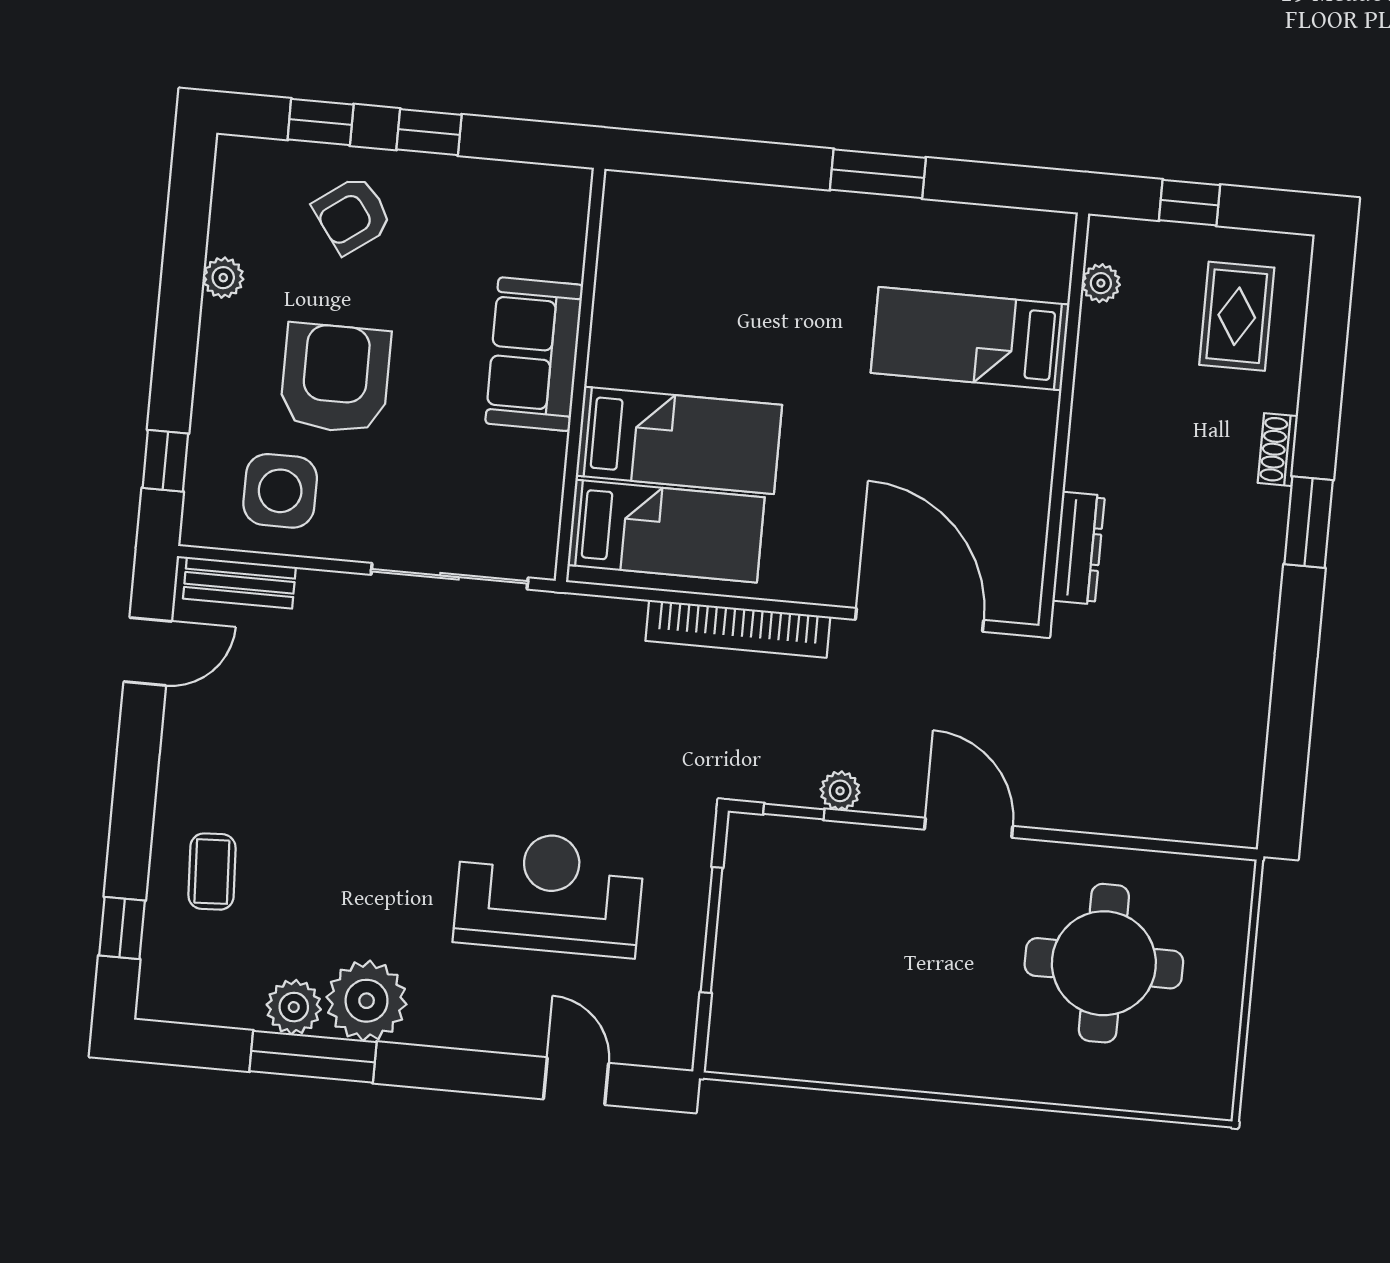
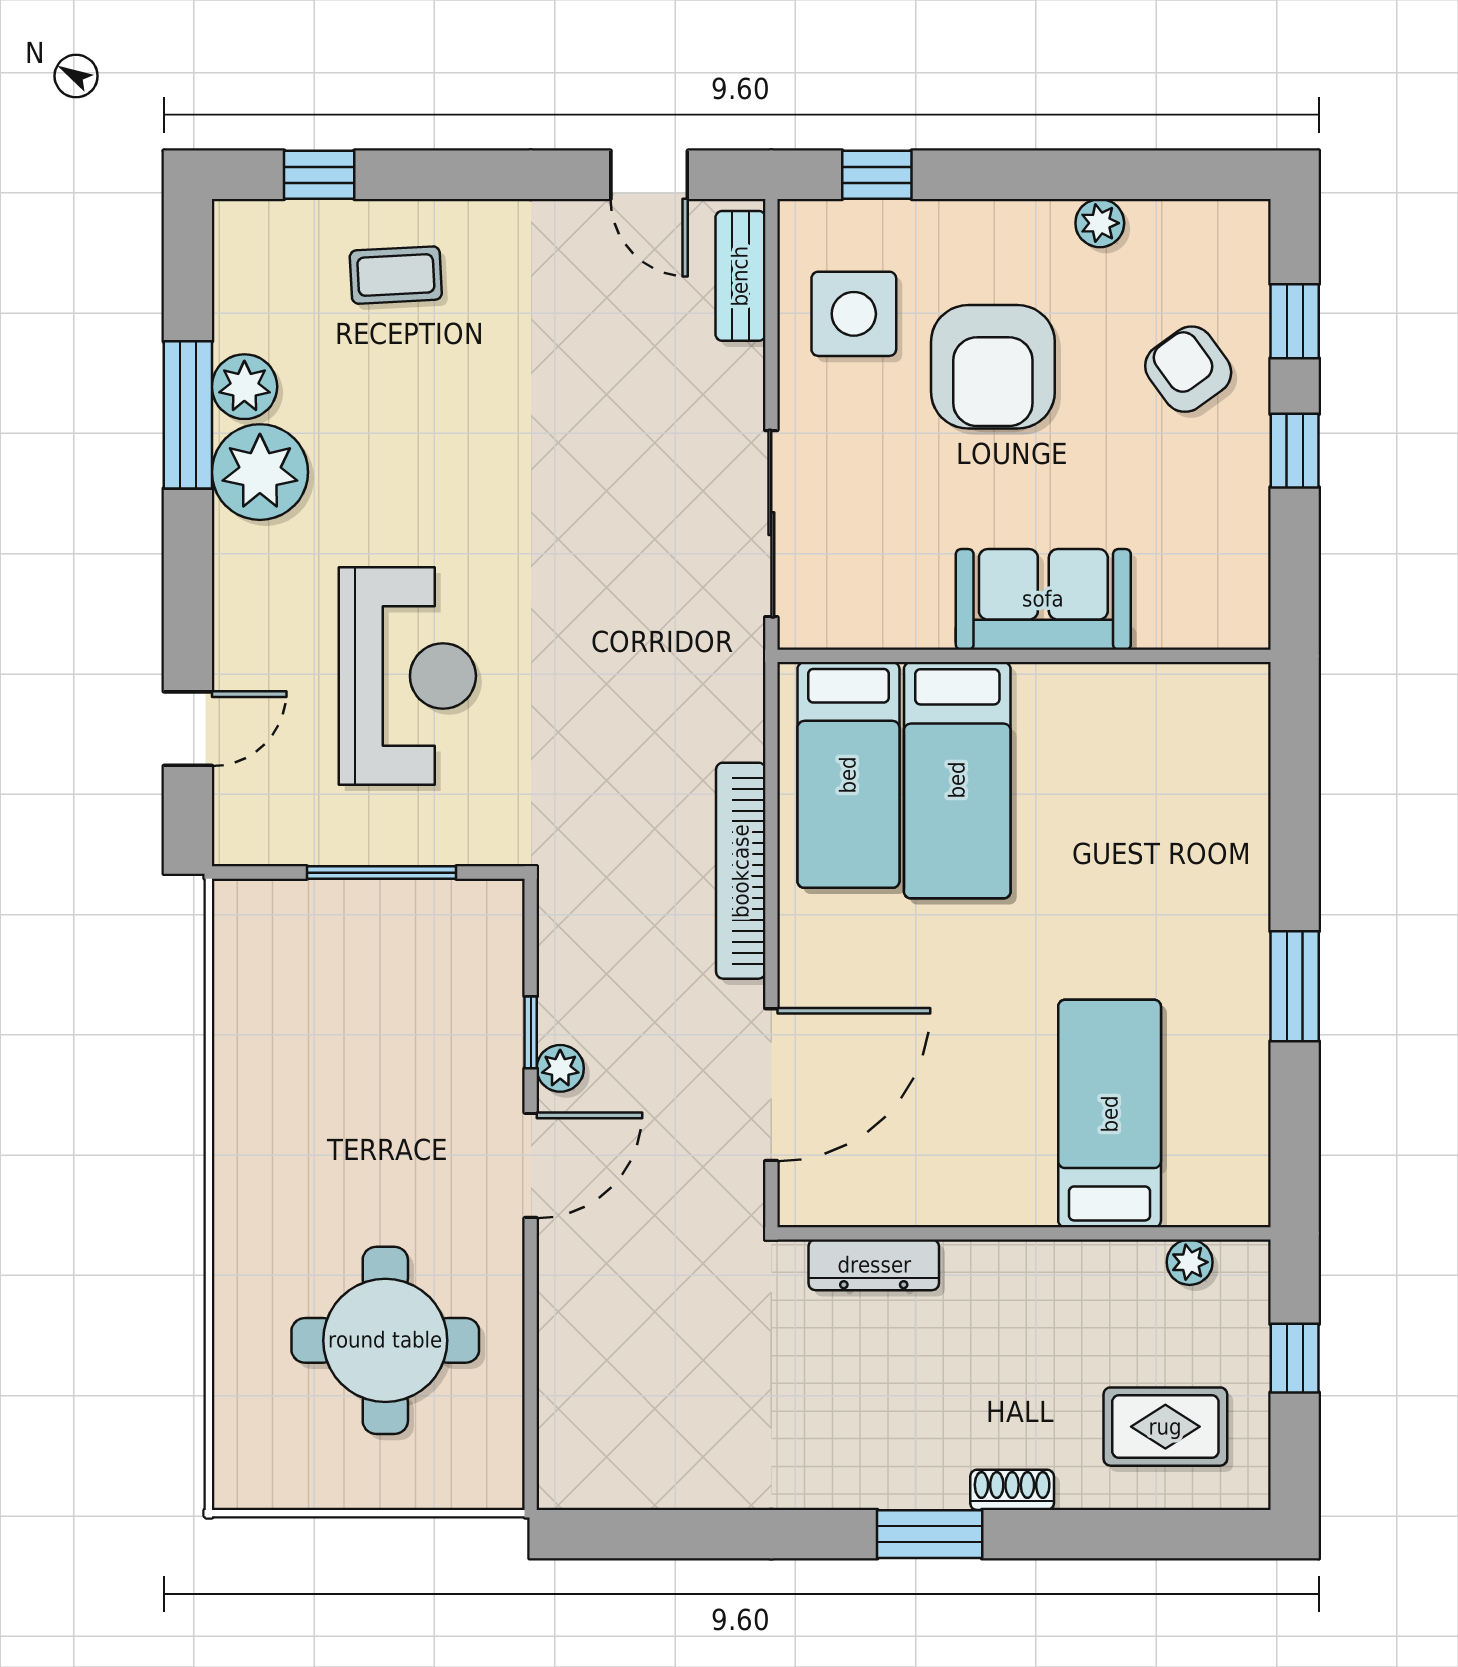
armchair: (335, 378) -> (993, 367), turned 90
plant: (840, 791) -> (560, 1068), moved
window: (794, 812) -> (531, 1032), moved

